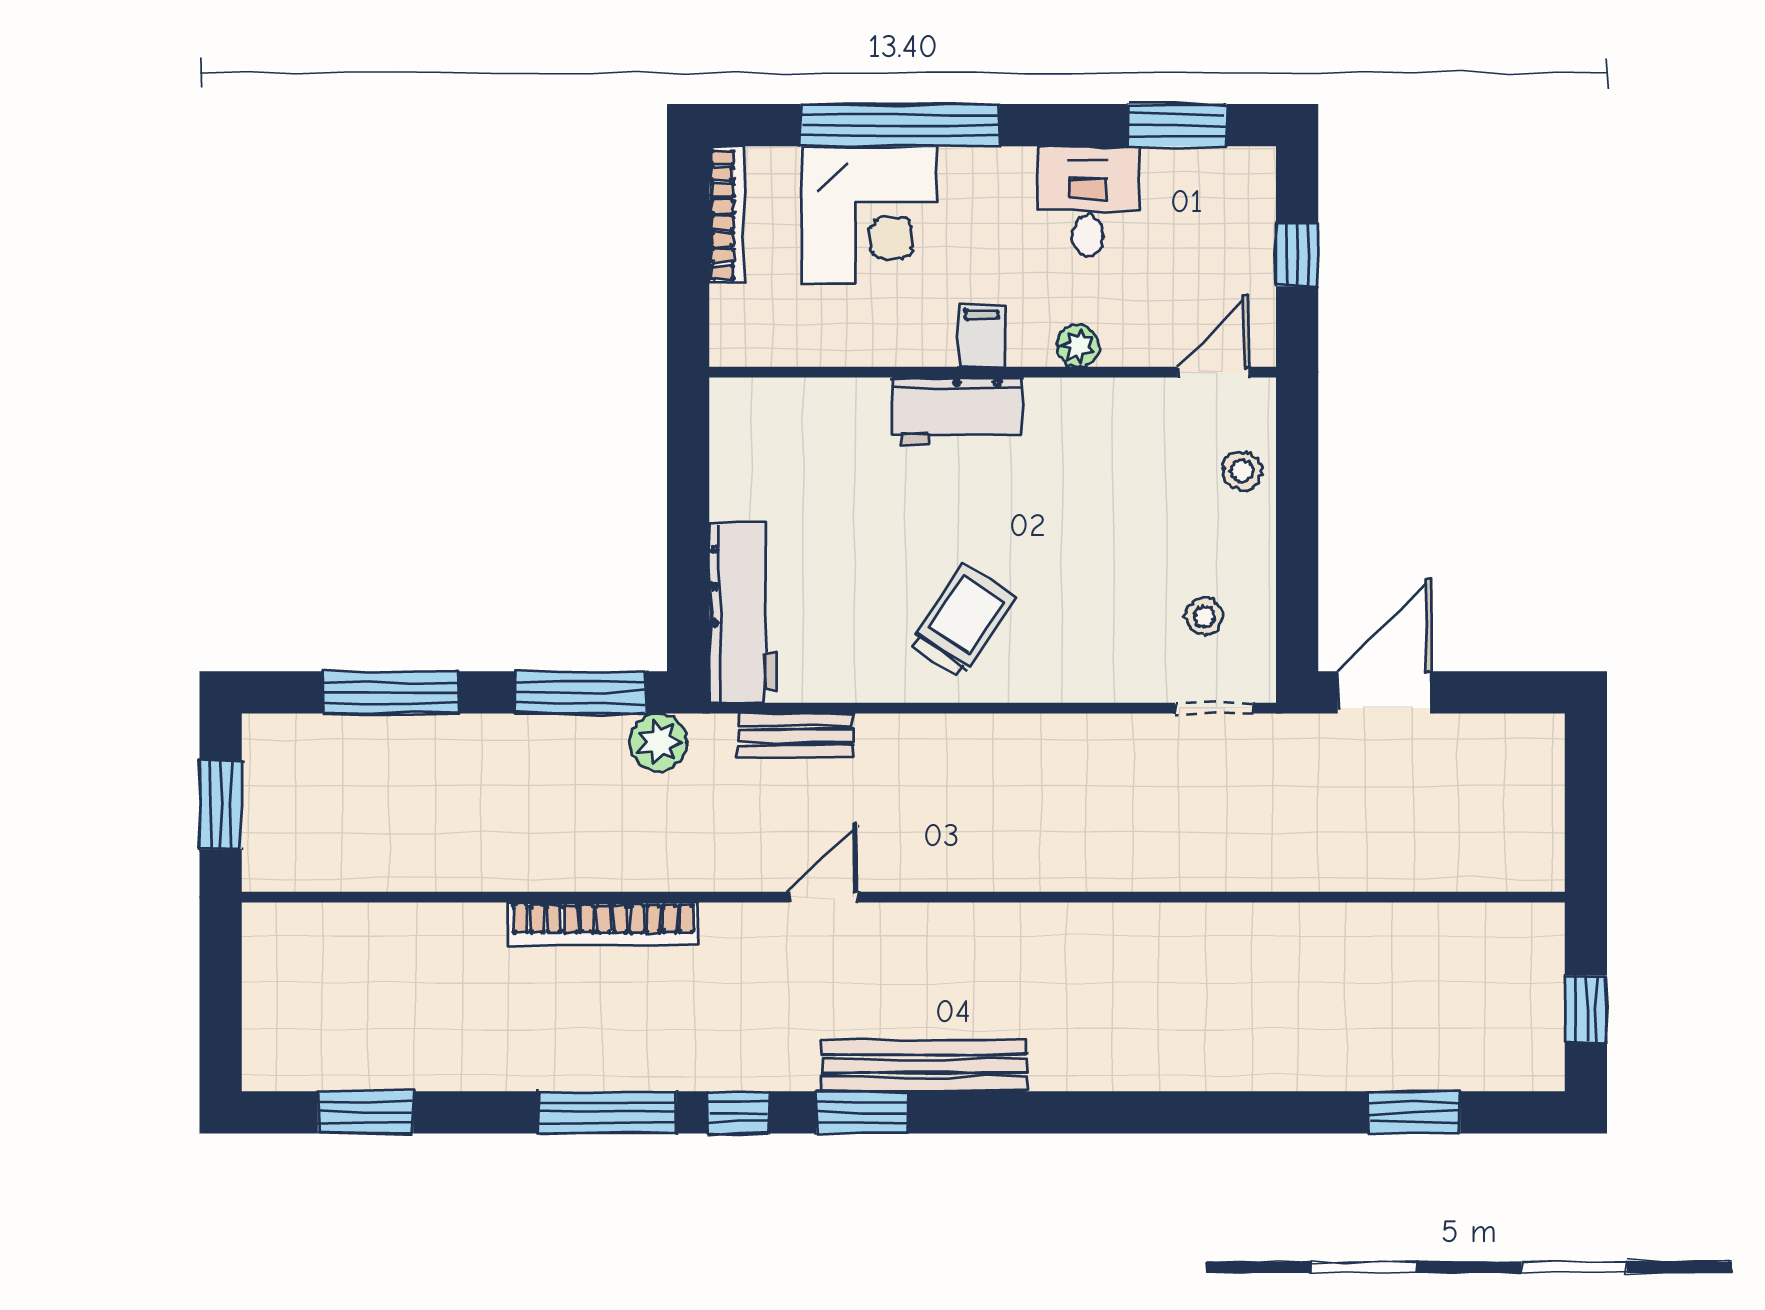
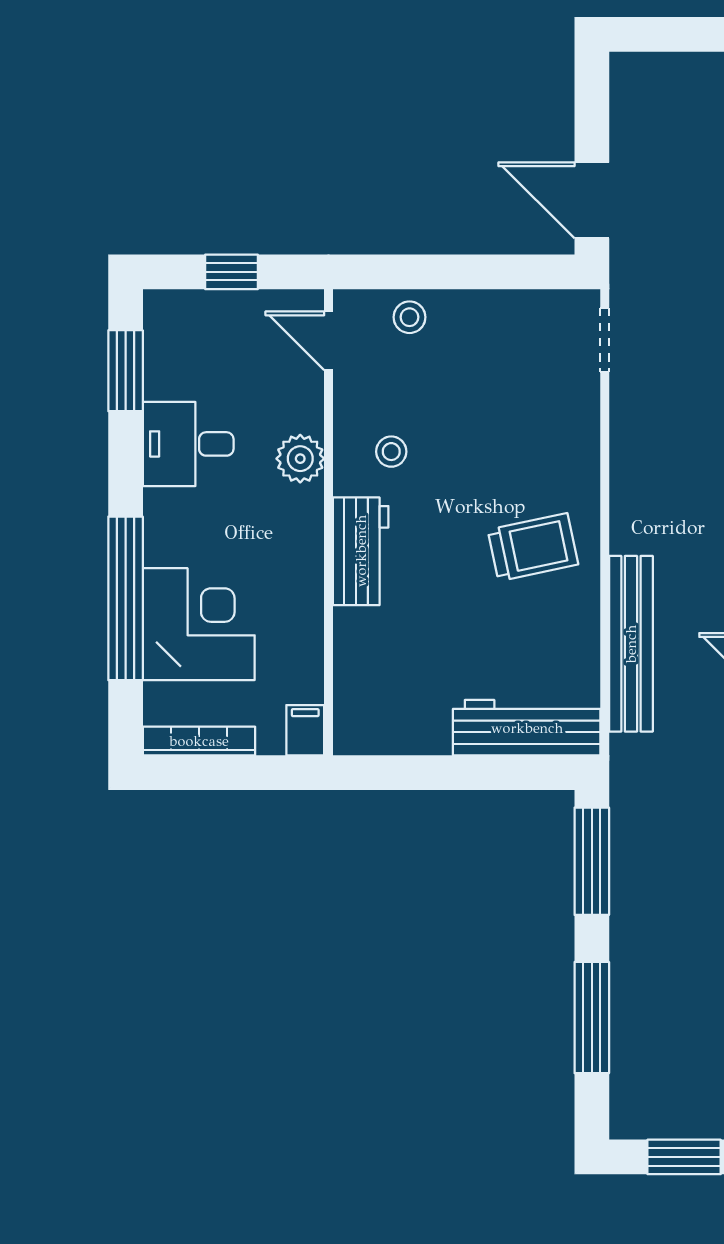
filing cabinet: (982, 336) -> (305, 730), moved, turned 90
plant: (1078, 346) -> (300, 459), width x1.38, depth x1.38
stool: (1204, 616) -> (391, 452), moved
trolley: (962, 621) -> (533, 547), turned 134
bench: (795, 735) -> (631, 644), width x1.86, depth x1.21
plant: (659, 742) -> (633, 797), removed

